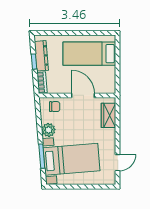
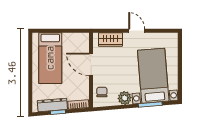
door: (83, 95) -> (91, 64), hinge flipped
door: (118, 163) -> (137, 31), moved

